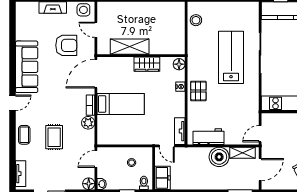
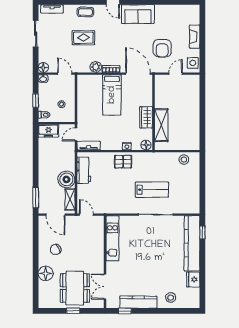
shelving: (130, 47) -> (161, 125), moved
lab bench: (231, 57) -> (152, 190), width x0.73, depth x0.72
sofa: (27, 67) -> (138, 14), width x0.73

